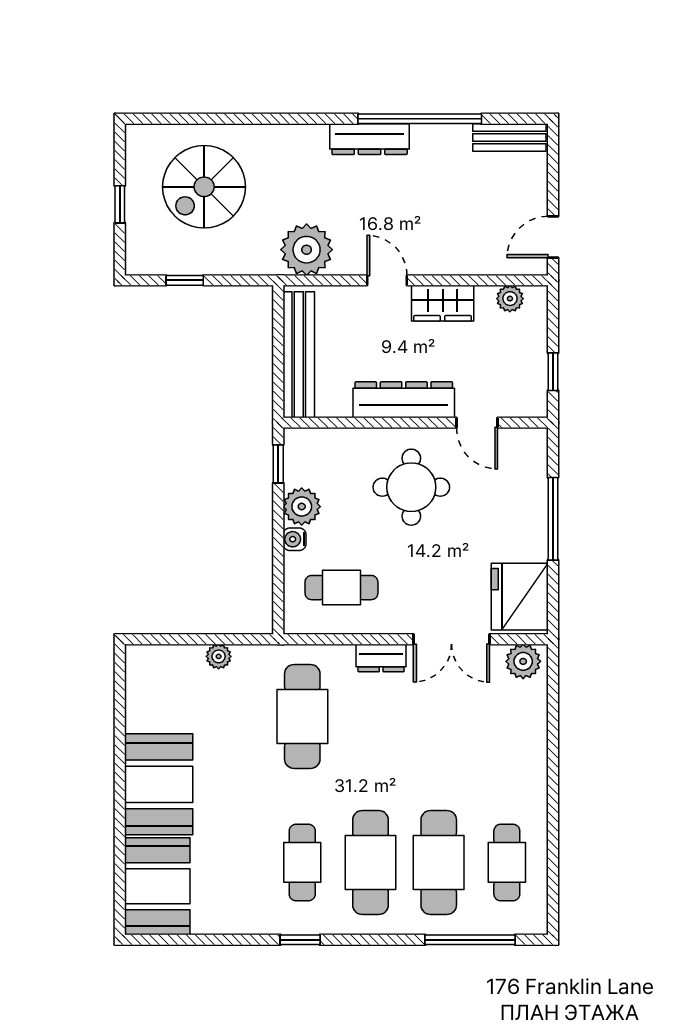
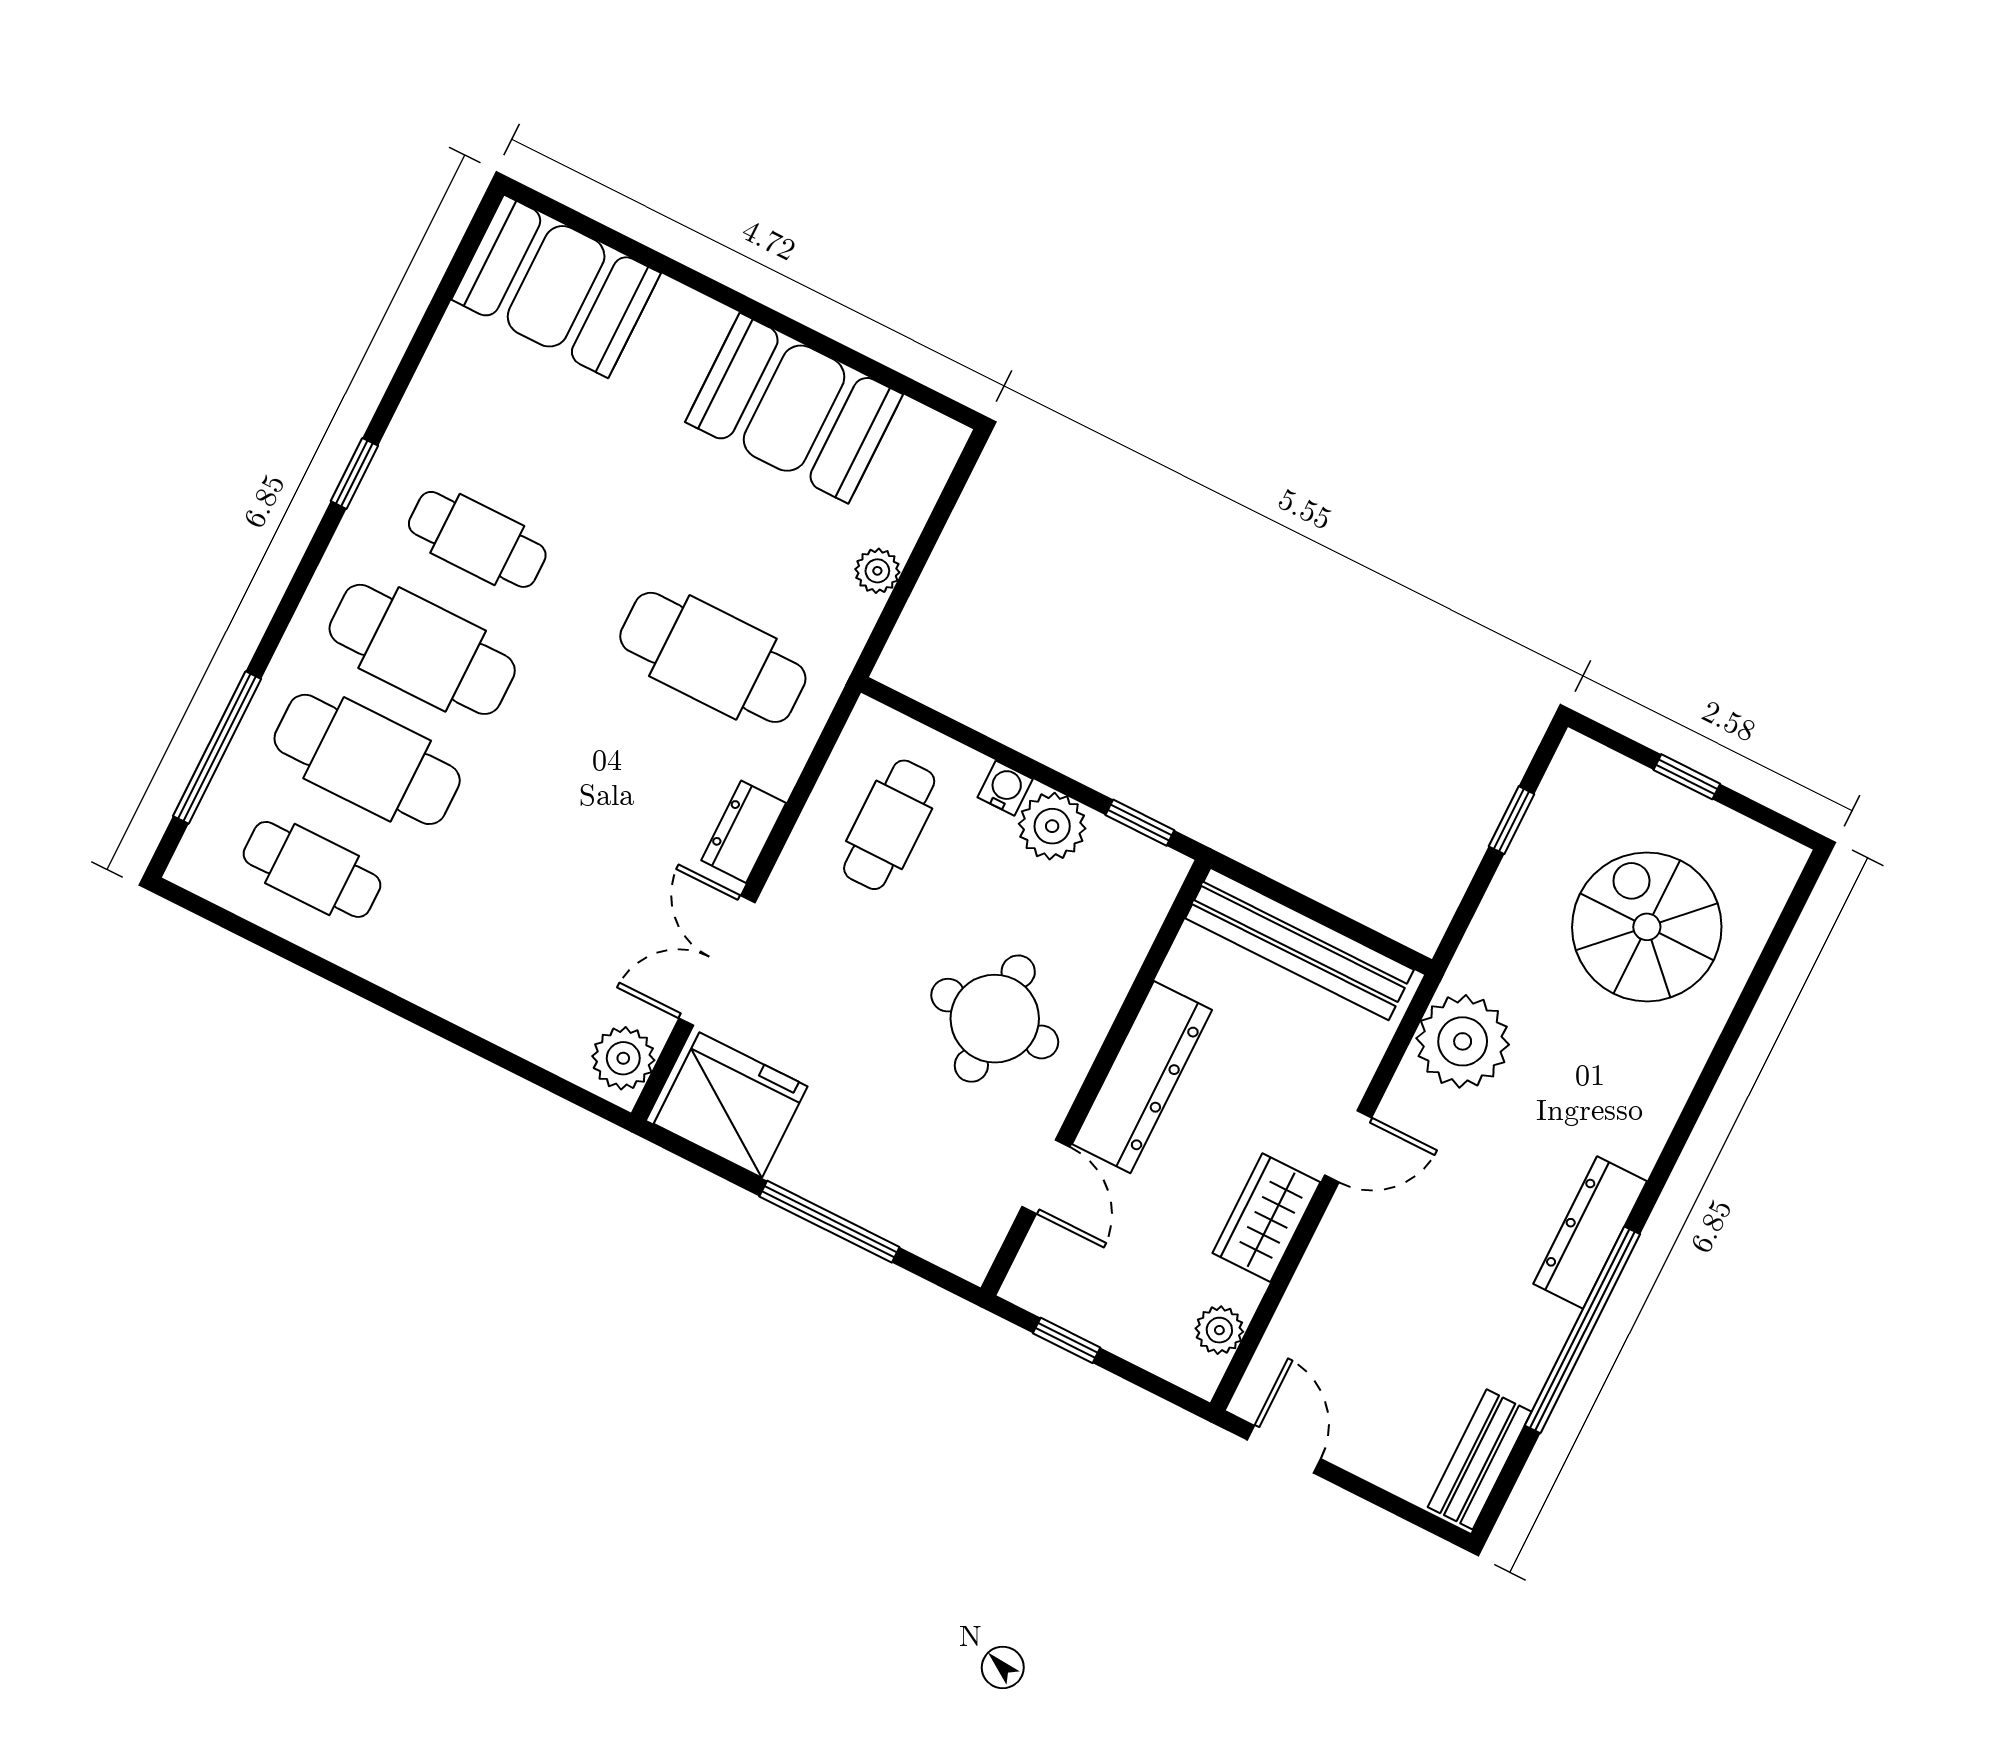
door: (477, 423) -> (1046, 1177), swing flipped
booth: (159, 784) -> (794, 408), moved

